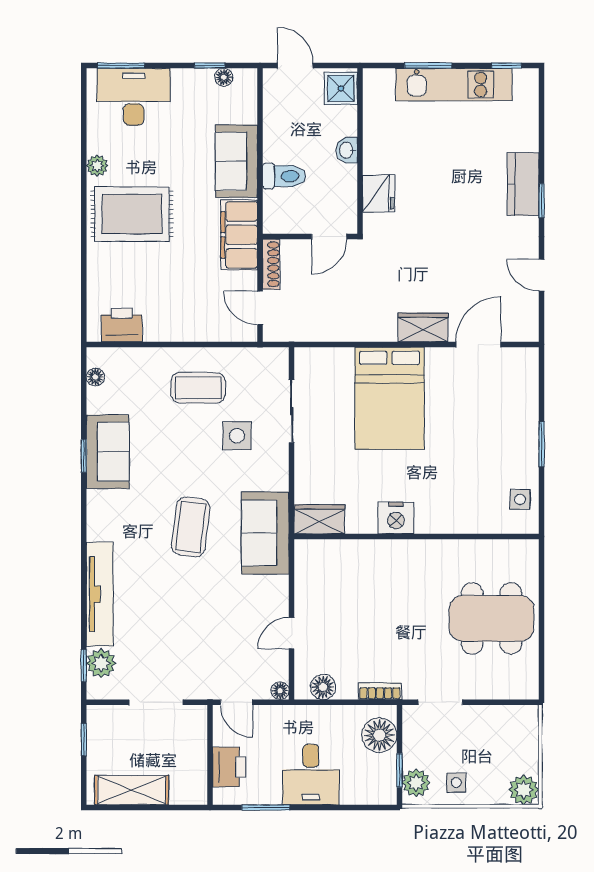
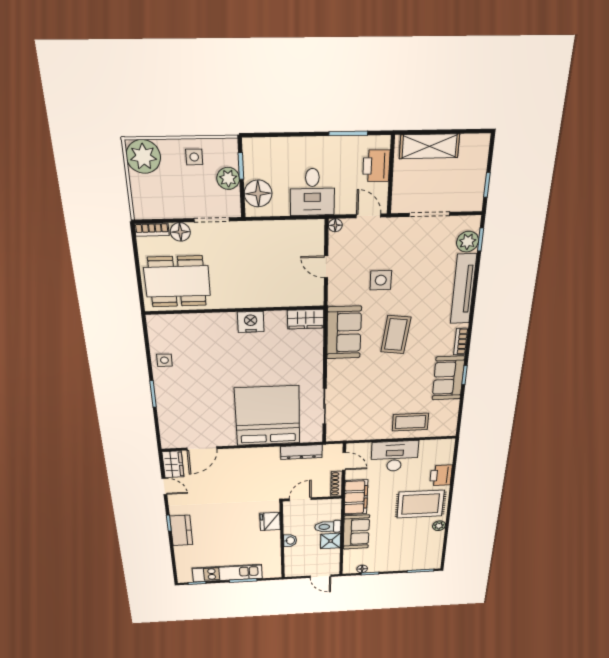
shower: (341, 88) -> (331, 541), moved
desk: (134, 97) -> (395, 456), moved, turned 180
printer: (122, 325) -> (441, 475), moved, turned 90
wardrobe: (423, 327) -> (173, 464), moved, turned -90
dresser: (327, 329) -> (301, 452), added
floor lamp: (95, 377) -> (452, 420), removed
coffee table: (198, 388) -> (410, 422), moved
bed: (390, 398) -> (268, 416), width x1.36
side table: (237, 436) -> (381, 280), moved
bookcase: (95, 512) -> (461, 342), added
nightstand: (396, 518) -> (251, 322), moved
wardrobe: (319, 519) -> (306, 319), moved
wall: (417, 537) -> (235, 310), moved
door: (292, 633) -> (326, 267), swing flipped
floor lamp: (323, 687) -> (180, 232), moved
bookcase: (380, 691) -> (152, 230), moved
desk: (311, 775) -> (312, 192), moved, turned 180
plant: (416, 783) -> (228, 178), moved
shelving: (132, 790) -> (429, 146), moved
plant: (524, 790) -> (143, 157), width x1.36, depth x1.36

